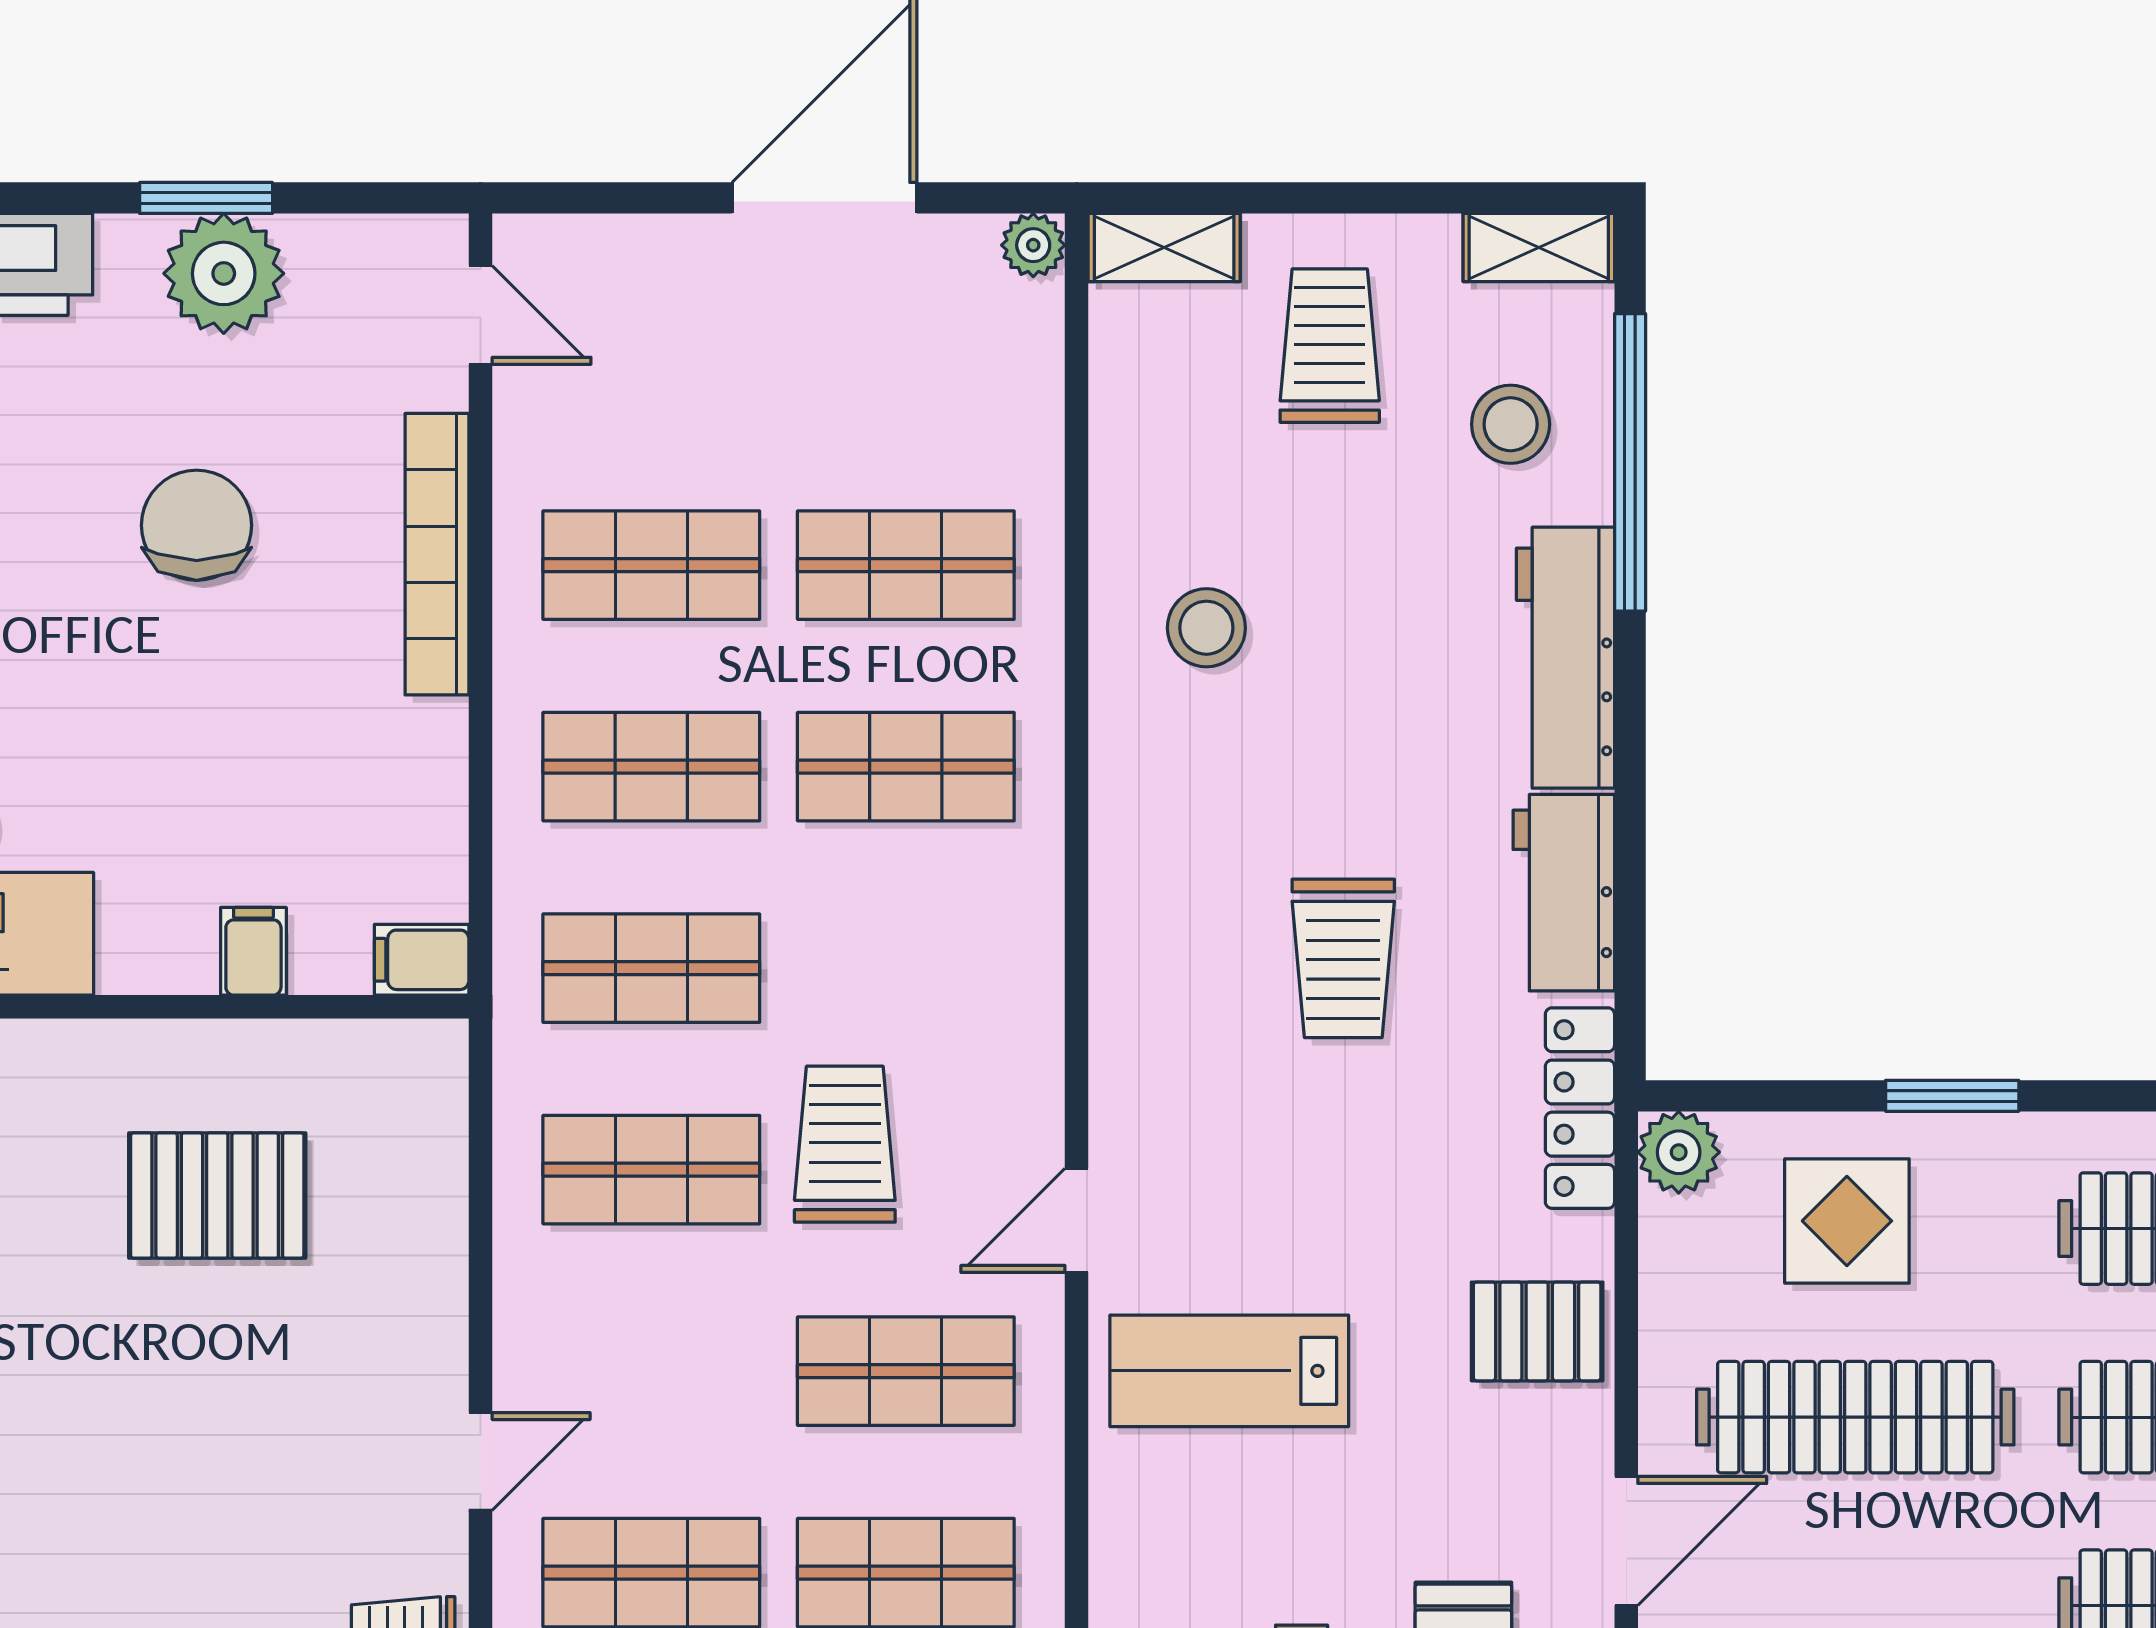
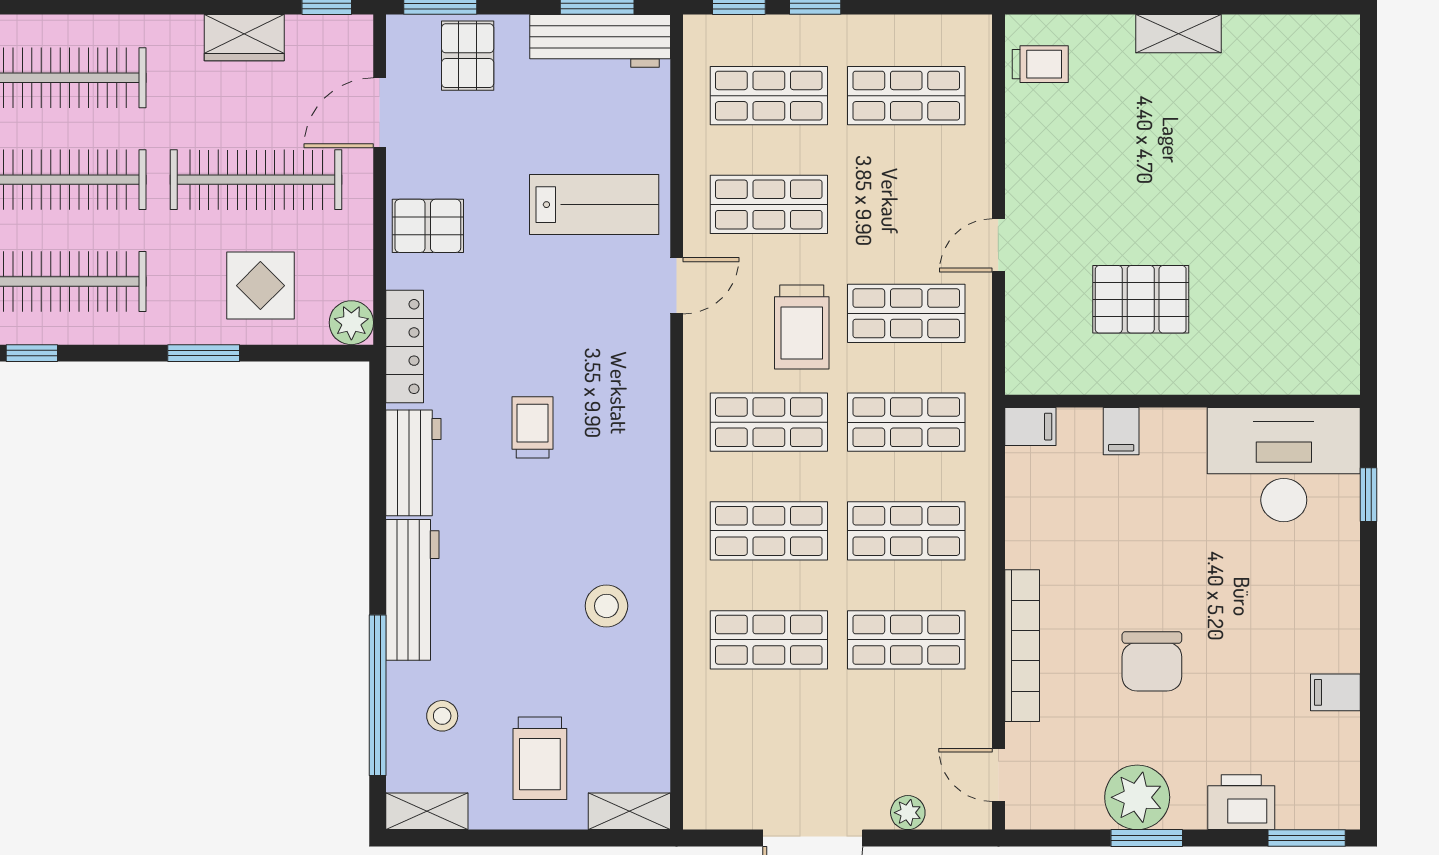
plant: (1033, 245) -> (908, 813), moved
stool: (1511, 424) -> (442, 716), width x0.73, depth x0.73
trolley: (1343, 958) -> (533, 427), width x0.73, depth x0.72
shop shelf: (906, 968) -> (769, 422), added
door: (481, 1462) -> (998, 245), moved

